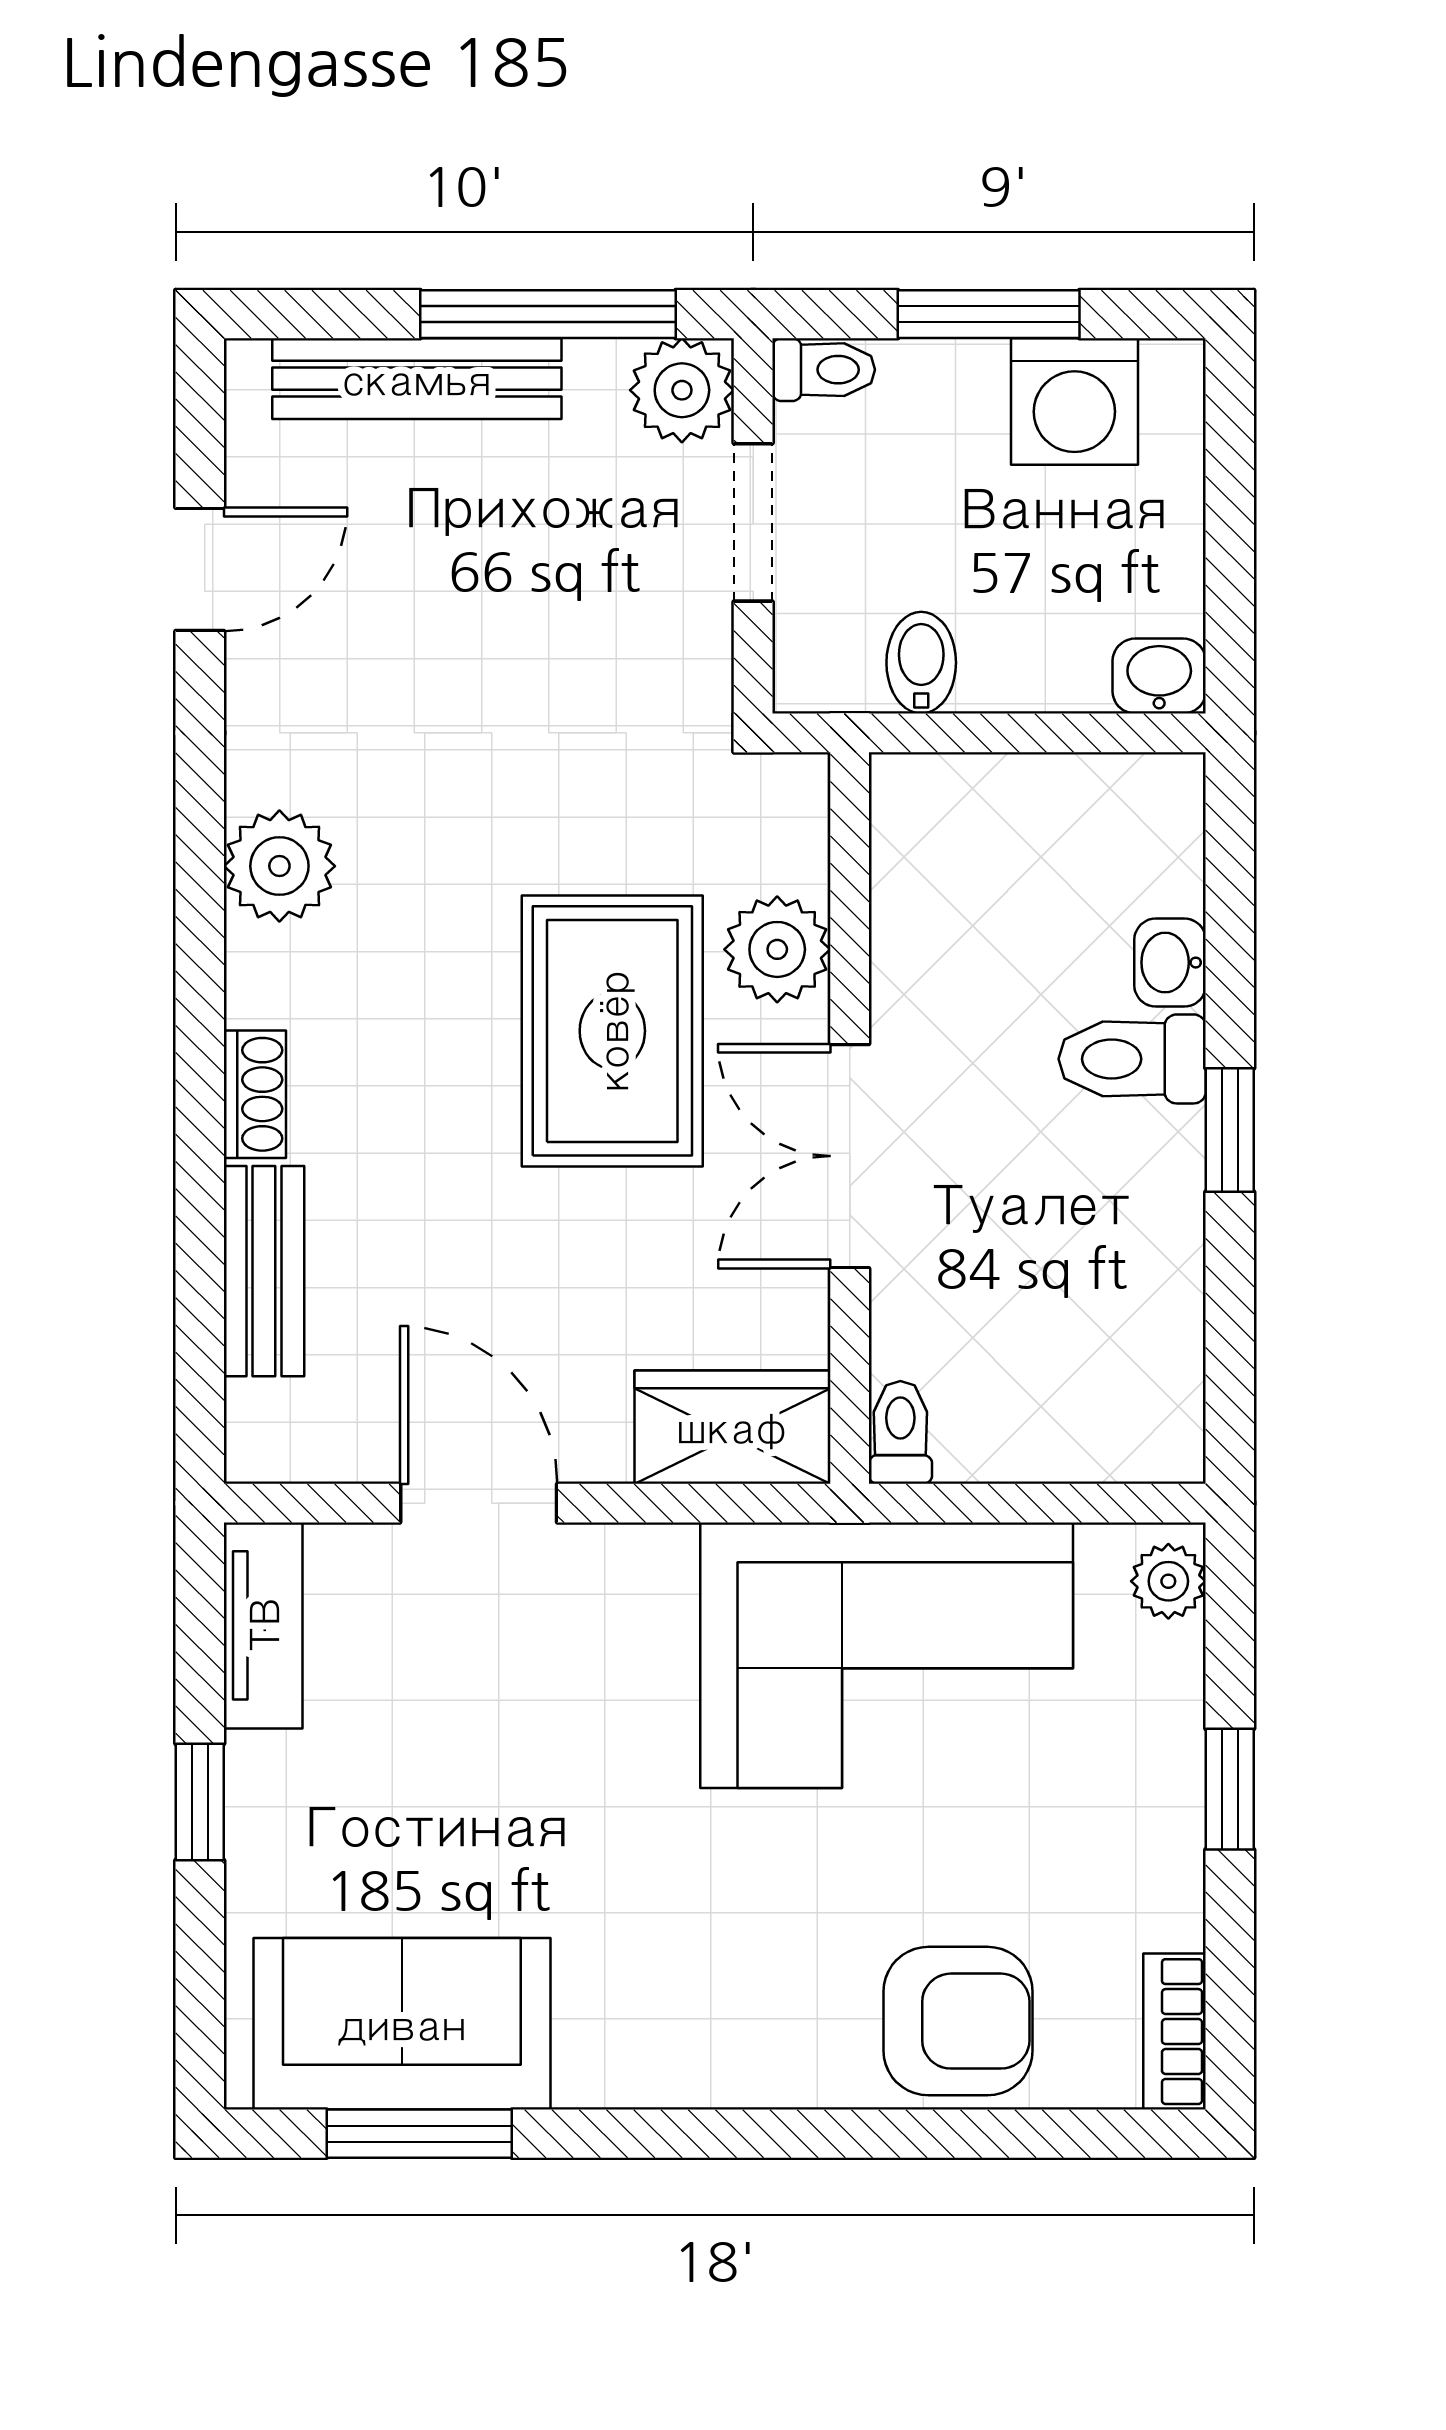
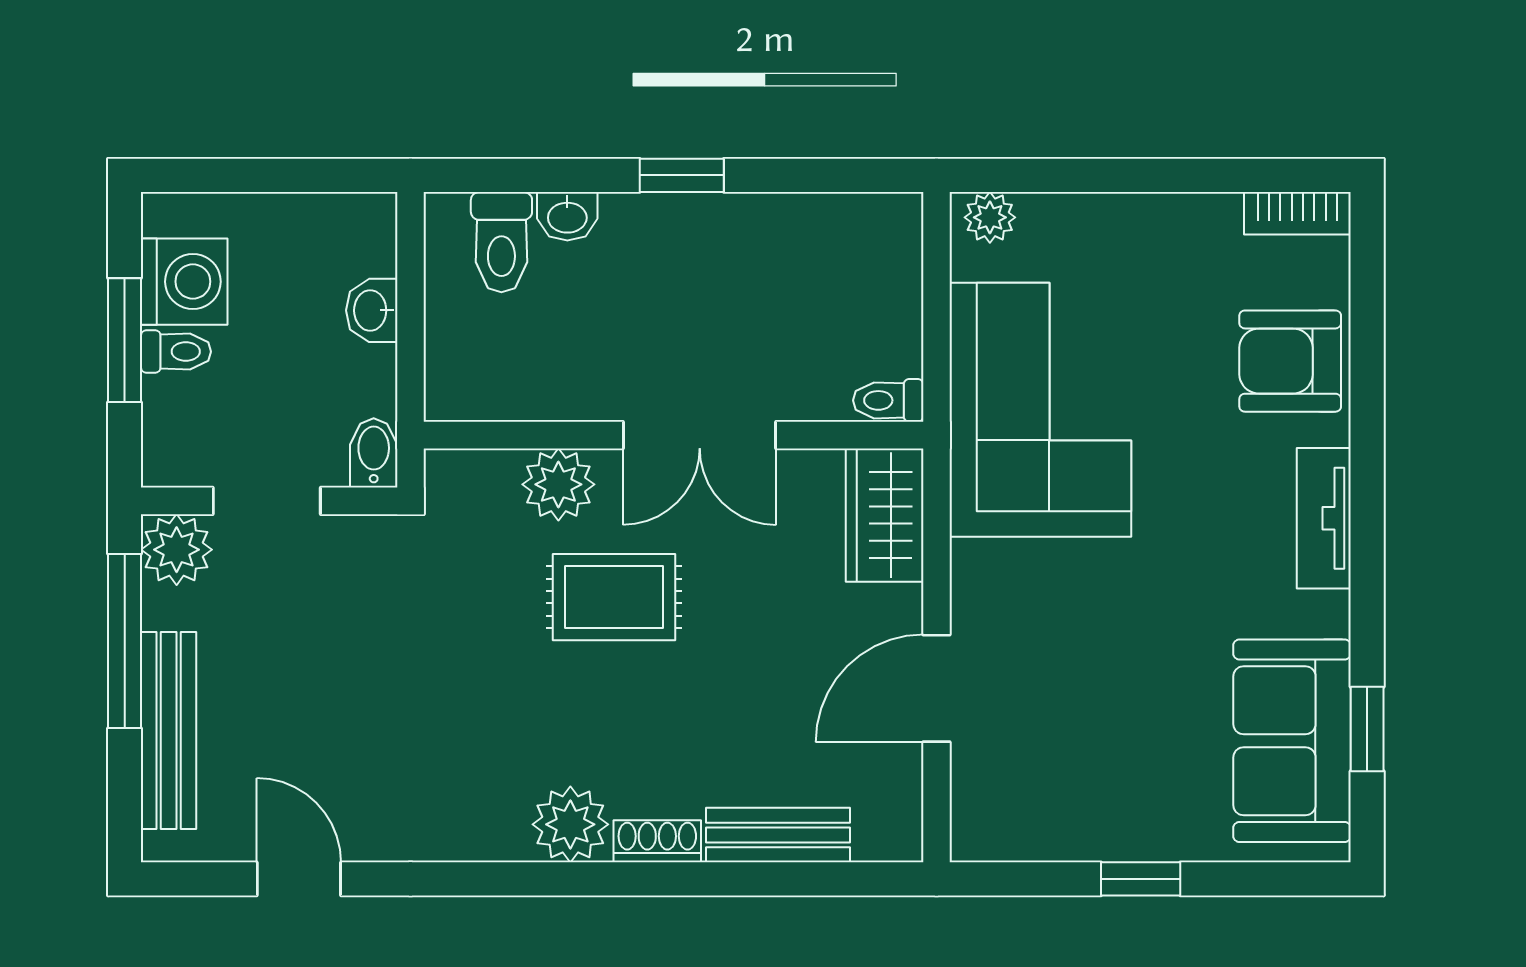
toilet: (824, 370) -> (176, 352), moved, turned 90
bidet: (921, 663) -> (374, 453), moved, turned 90
washbasin: (1159, 676) -> (372, 310), moved
plant: (279, 866) -> (570, 824), moved
rug: (612, 1031) -> (614, 597), width x0.73, depth x0.70
toilet: (1132, 1059) -> (501, 242), moved
tv unit: (263, 1625) -> (1324, 518), moved, turned -90
window: (1230, 1789) -> (1132, 175), removed
armchair: (958, 2021) -> (1290, 361), turned -90
window: (419, 2134) -> (1367, 729), width x0.67

